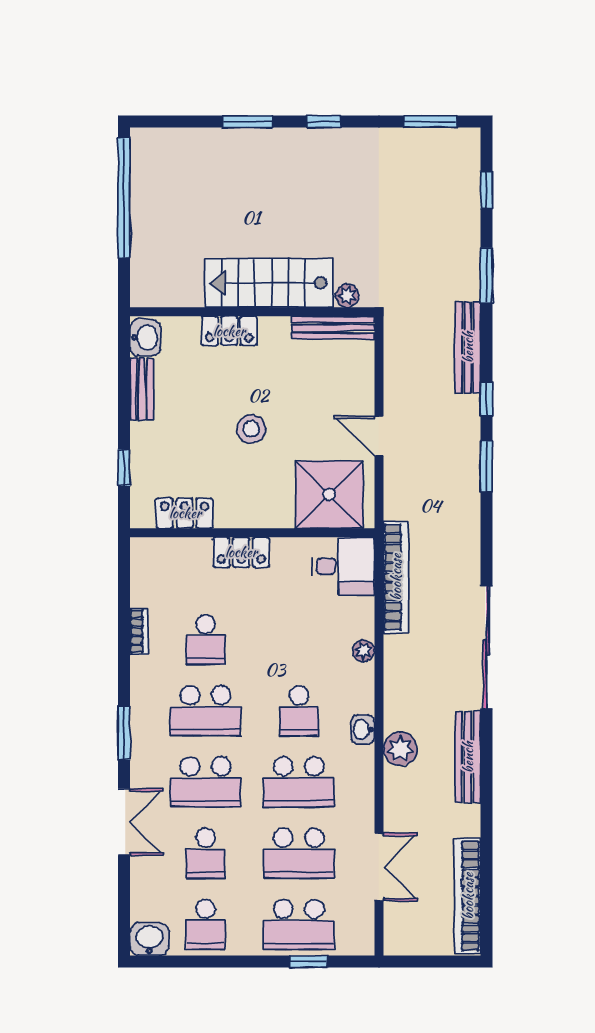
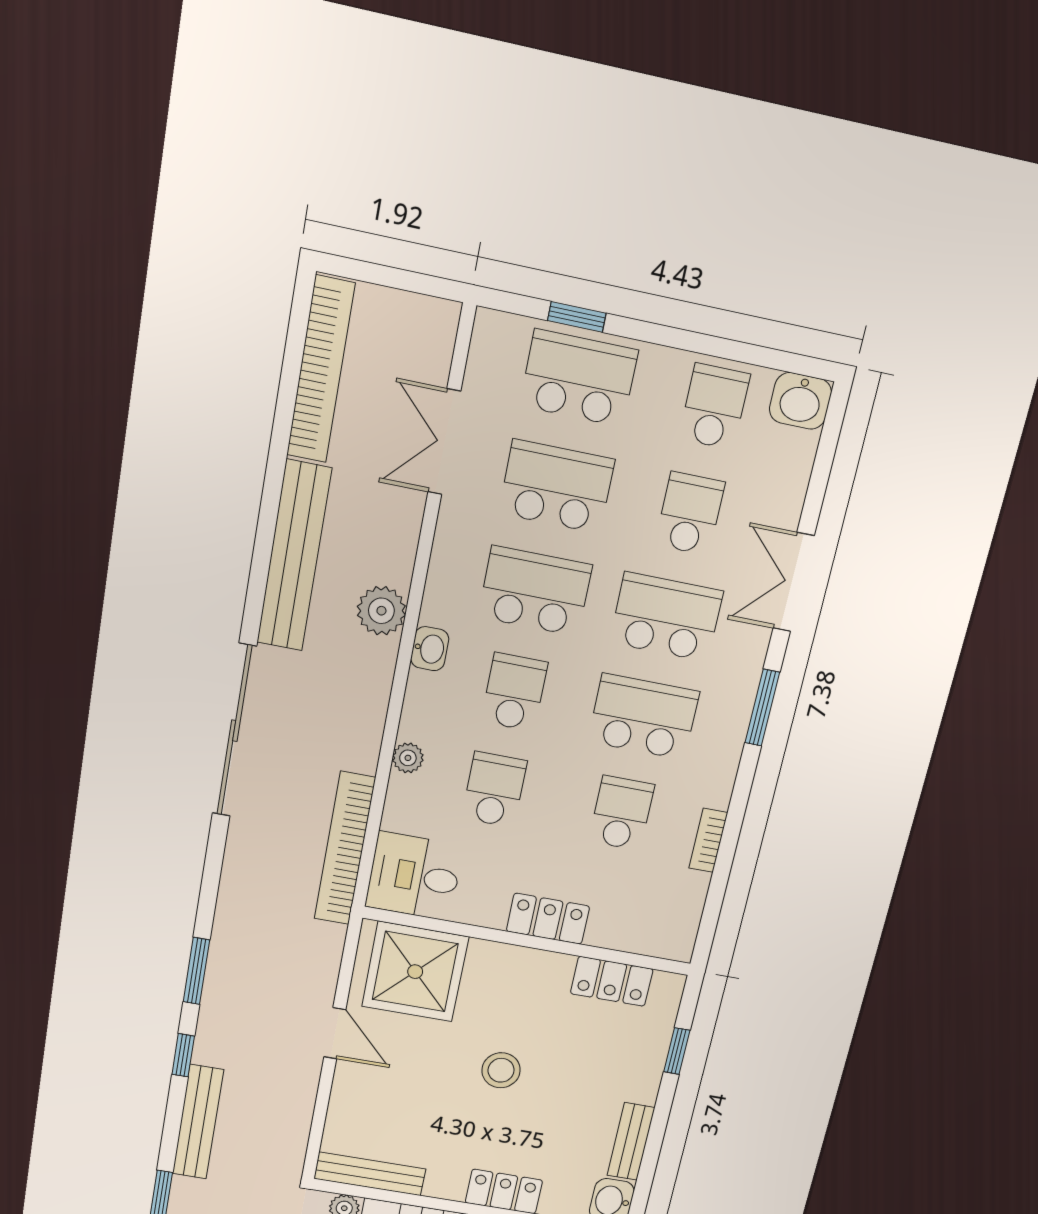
school desk: (299, 640) -> (494, 790), added
bench: (468, 757) -> (294, 556), width x1.37, depth x1.21

